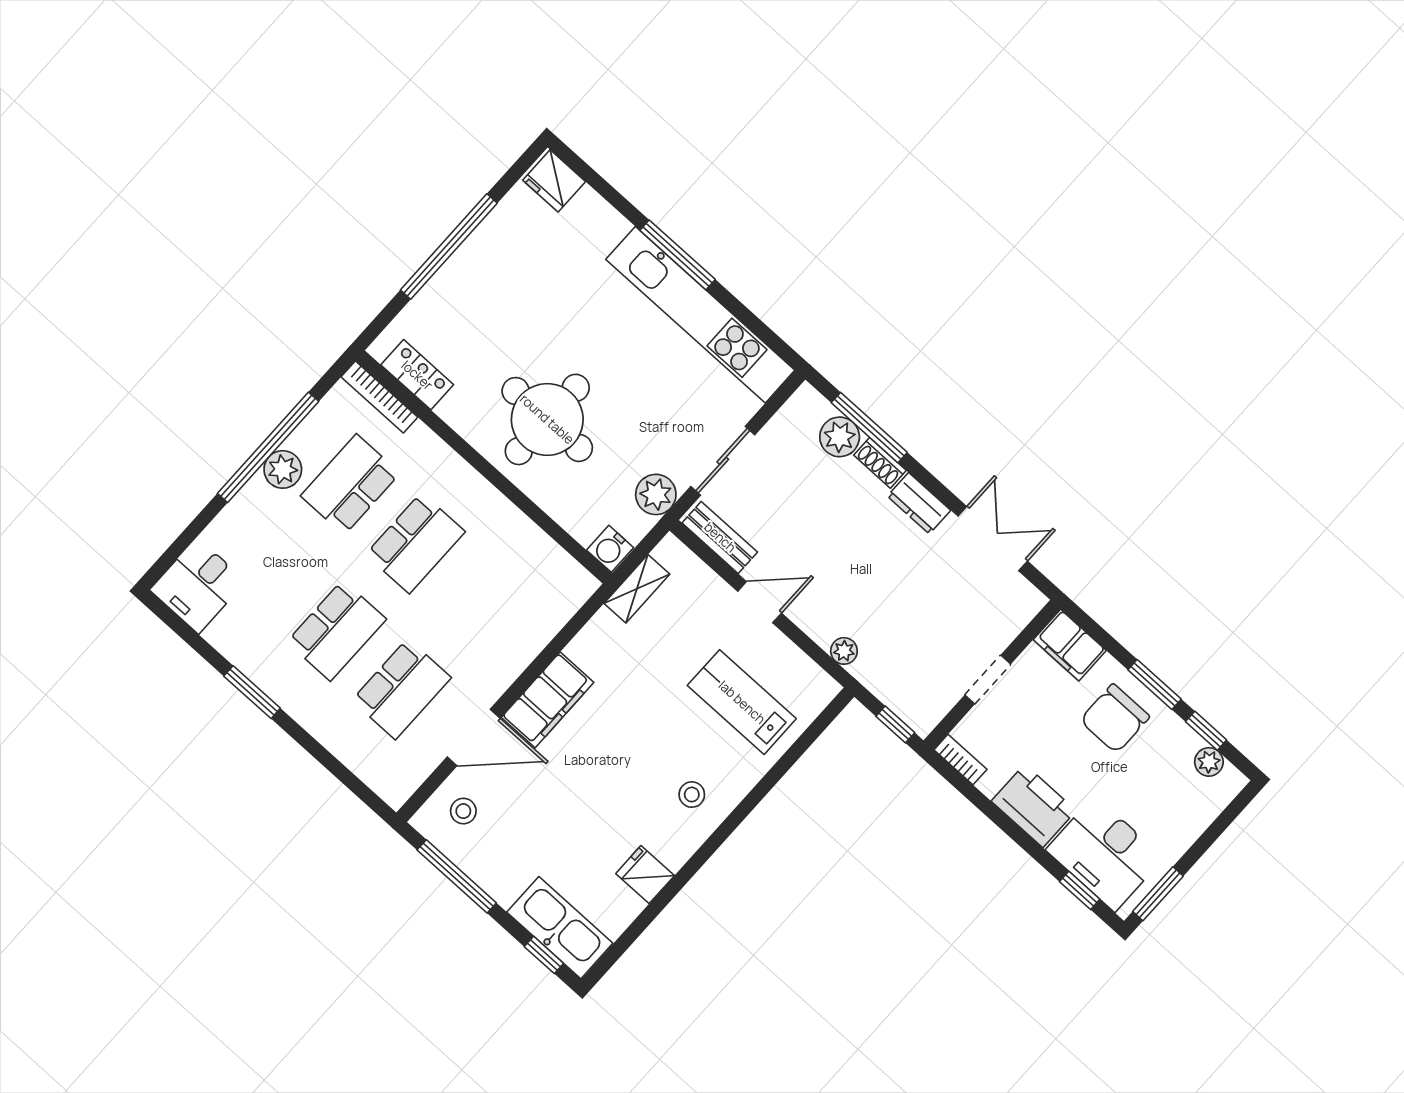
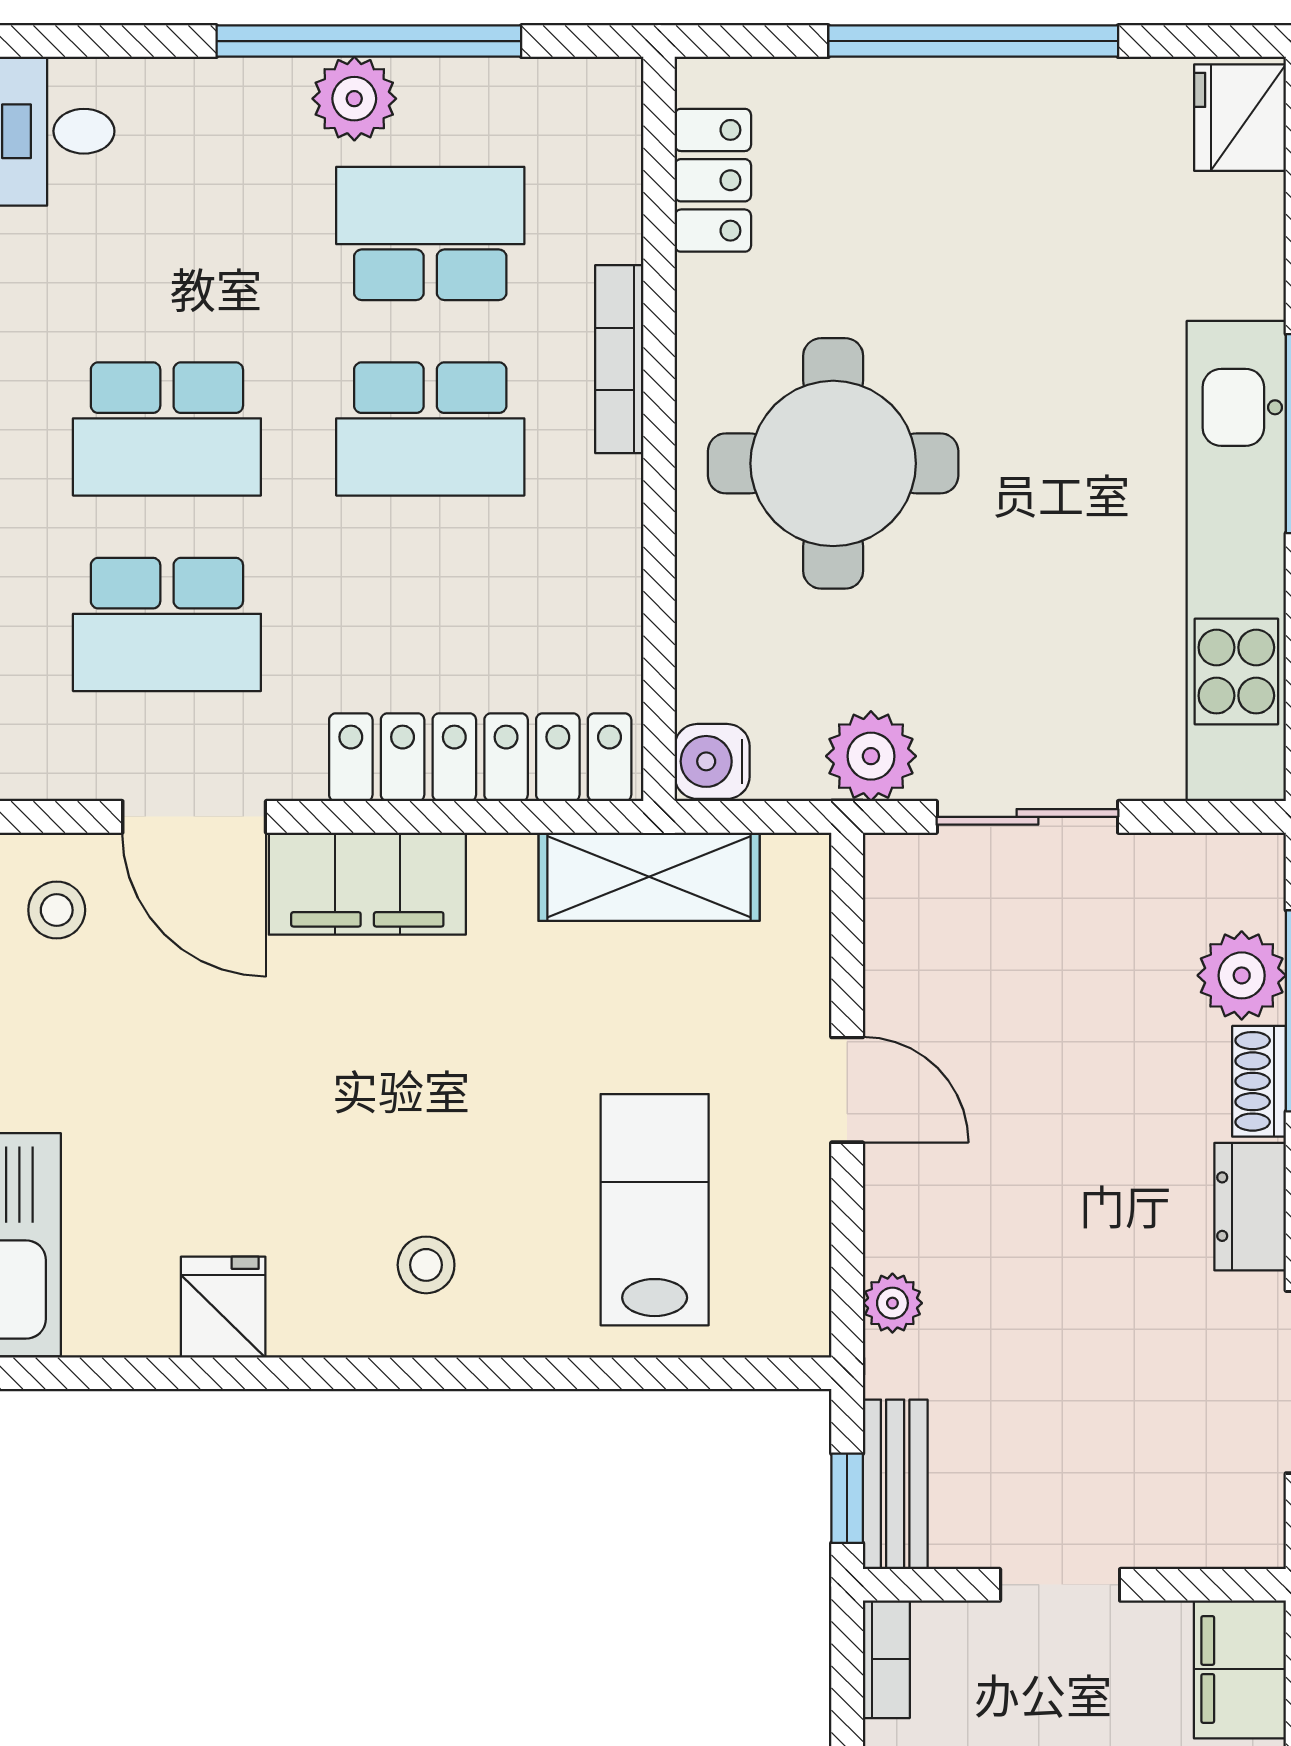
bookcase: (379, 397) -> (619, 359), moved
bench: (720, 537) -> (895, 1484), moved
shelving: (637, 589) -> (649, 877), width x1.50, depth x1.33
locker: (539, 625) -> (480, 757), added

